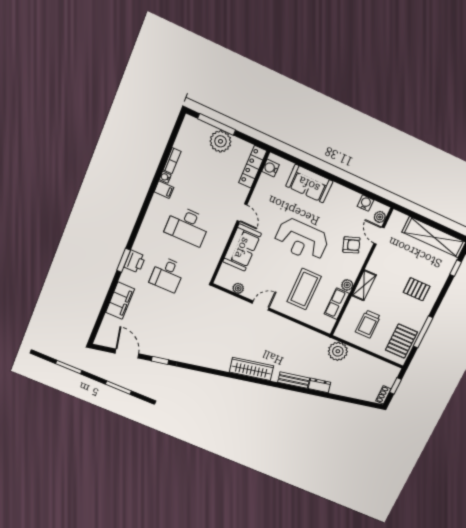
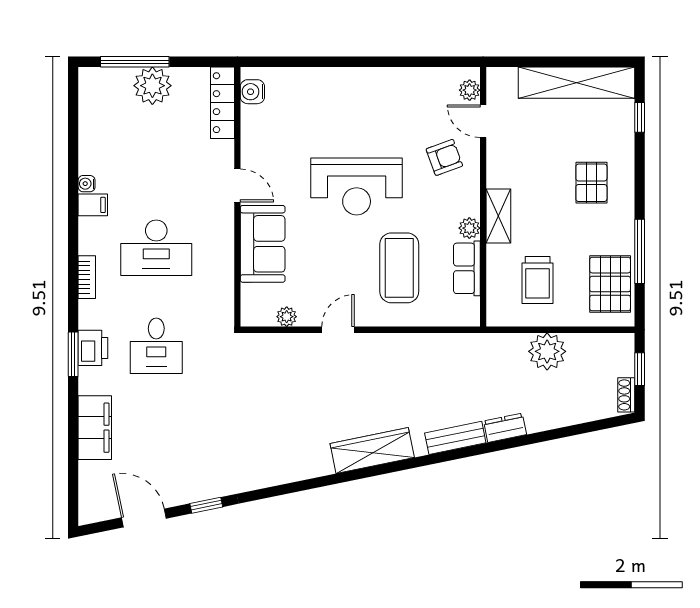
bookcase: (172, 161) -> (87, 277), moved
sofa: (309, 184) -> (327, 88), removed
water cooler: (365, 203) -> (435, 78), removed
pallet: (417, 289) -> (591, 183), turned 90
plant: (338, 351) -> (547, 351), moved

